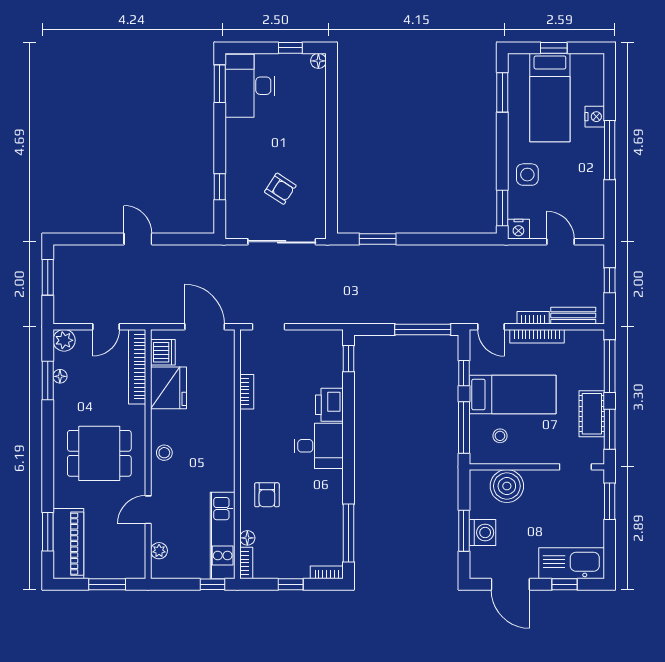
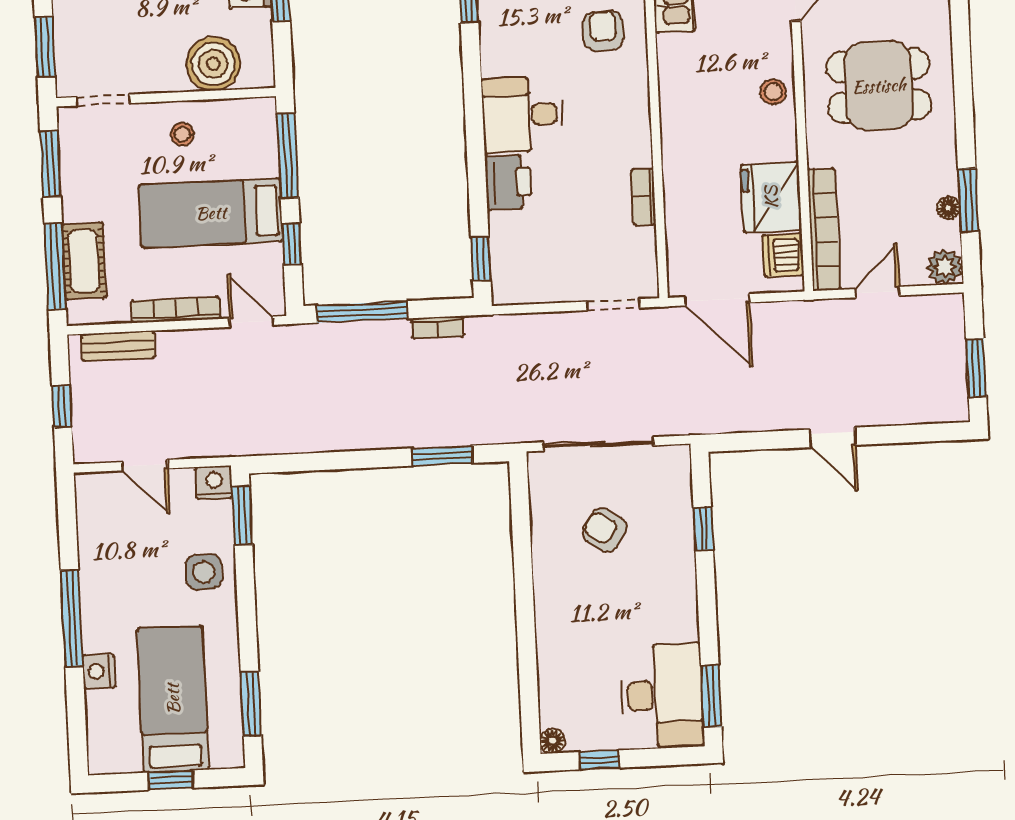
bookcase: (533, 318) -> (438, 327), moved
cot: (592, 414) -> (84, 261), moved
stool: (500, 436) -> (182, 134), moved

